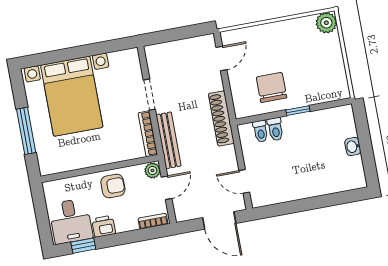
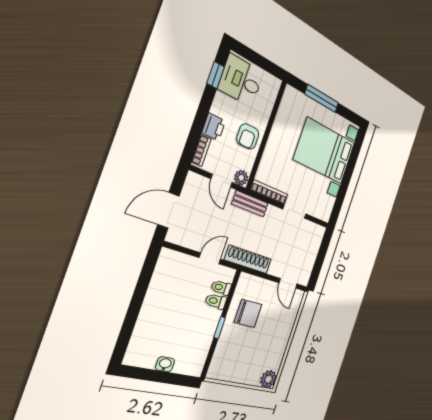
bench: (169, 140) -> (250, 204), width x0.73
door: (244, 181) -> (210, 258), moved
printer: (104, 226) -> (214, 127), moved

